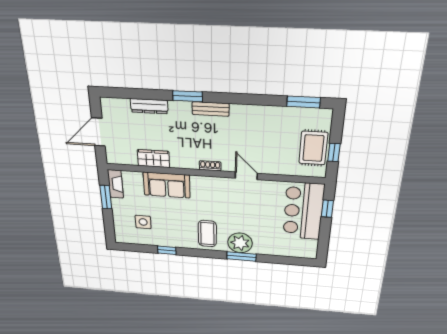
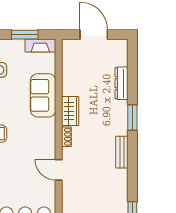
bench: (211, 109) -> (122, 152), moved
wardrobe: (153, 159) -> (70, 111), moved
door: (246, 176) -> (59, 170), swing flipped

